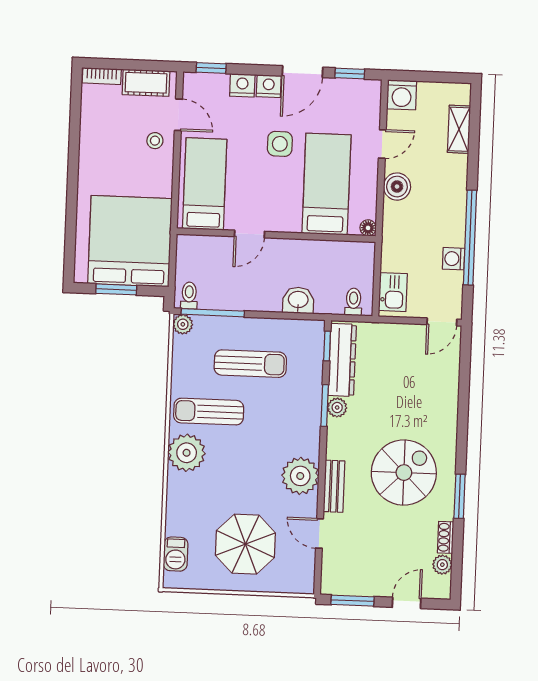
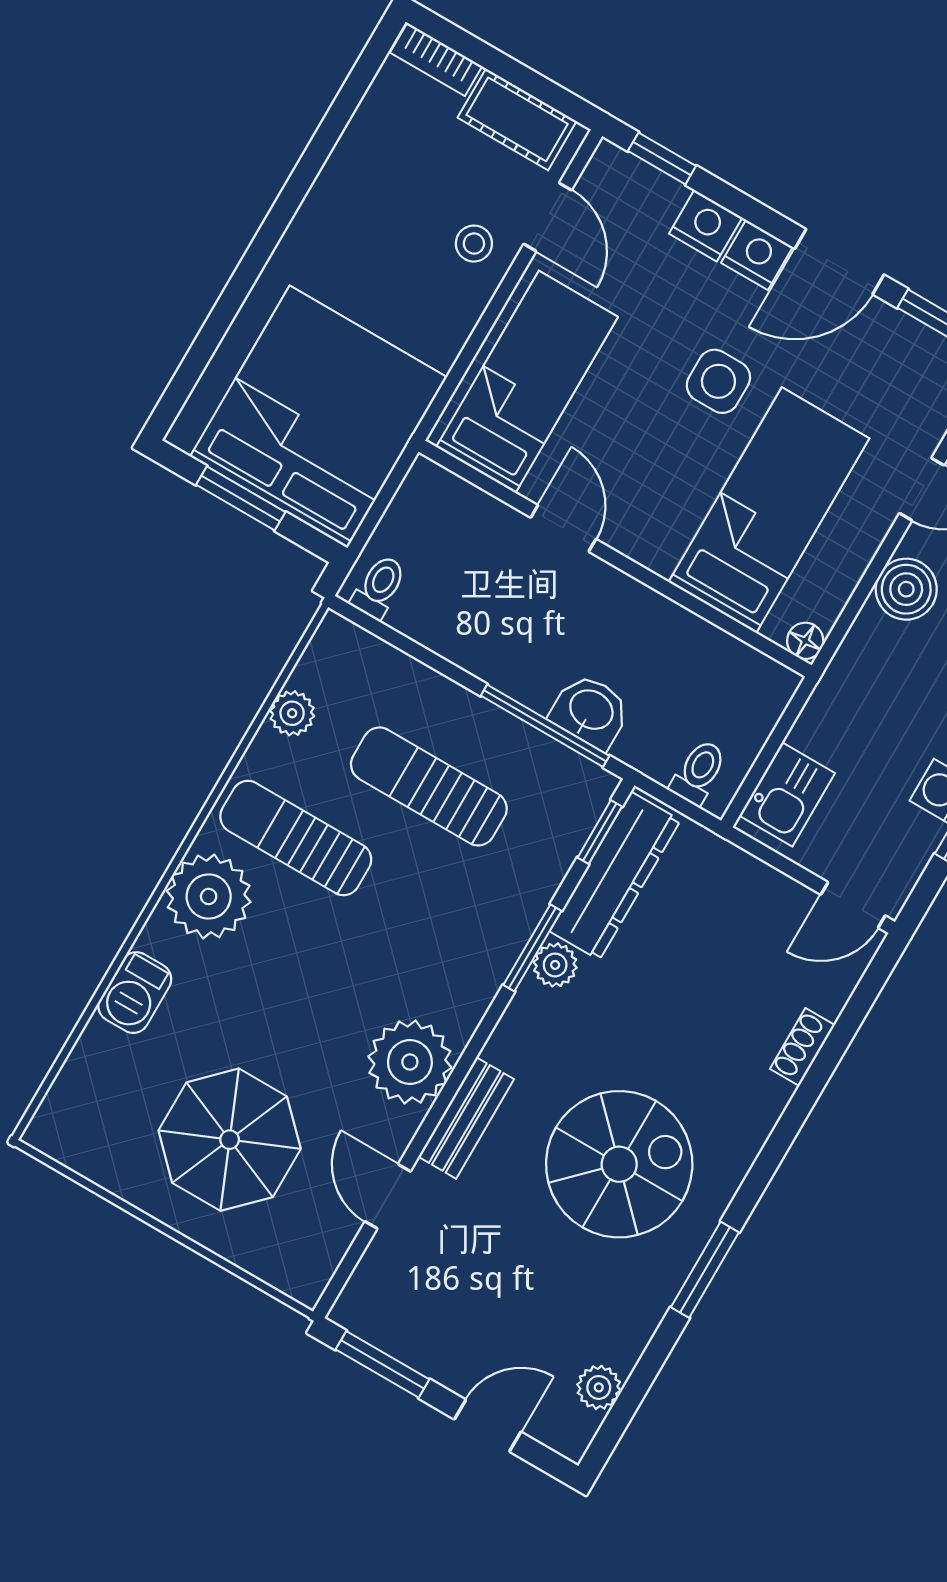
door: (249, 234) -> (563, 528), swing flipped
window: (213, 313) -> (545, 726), moved
plant: (183, 324) -> (292, 713), moved
sun lounger: (250, 364) -> (429, 786), turned 180
shoe rack: (446, 537) -> (802, 1047), moved
barbecue: (176, 554) -> (135, 993), moved

